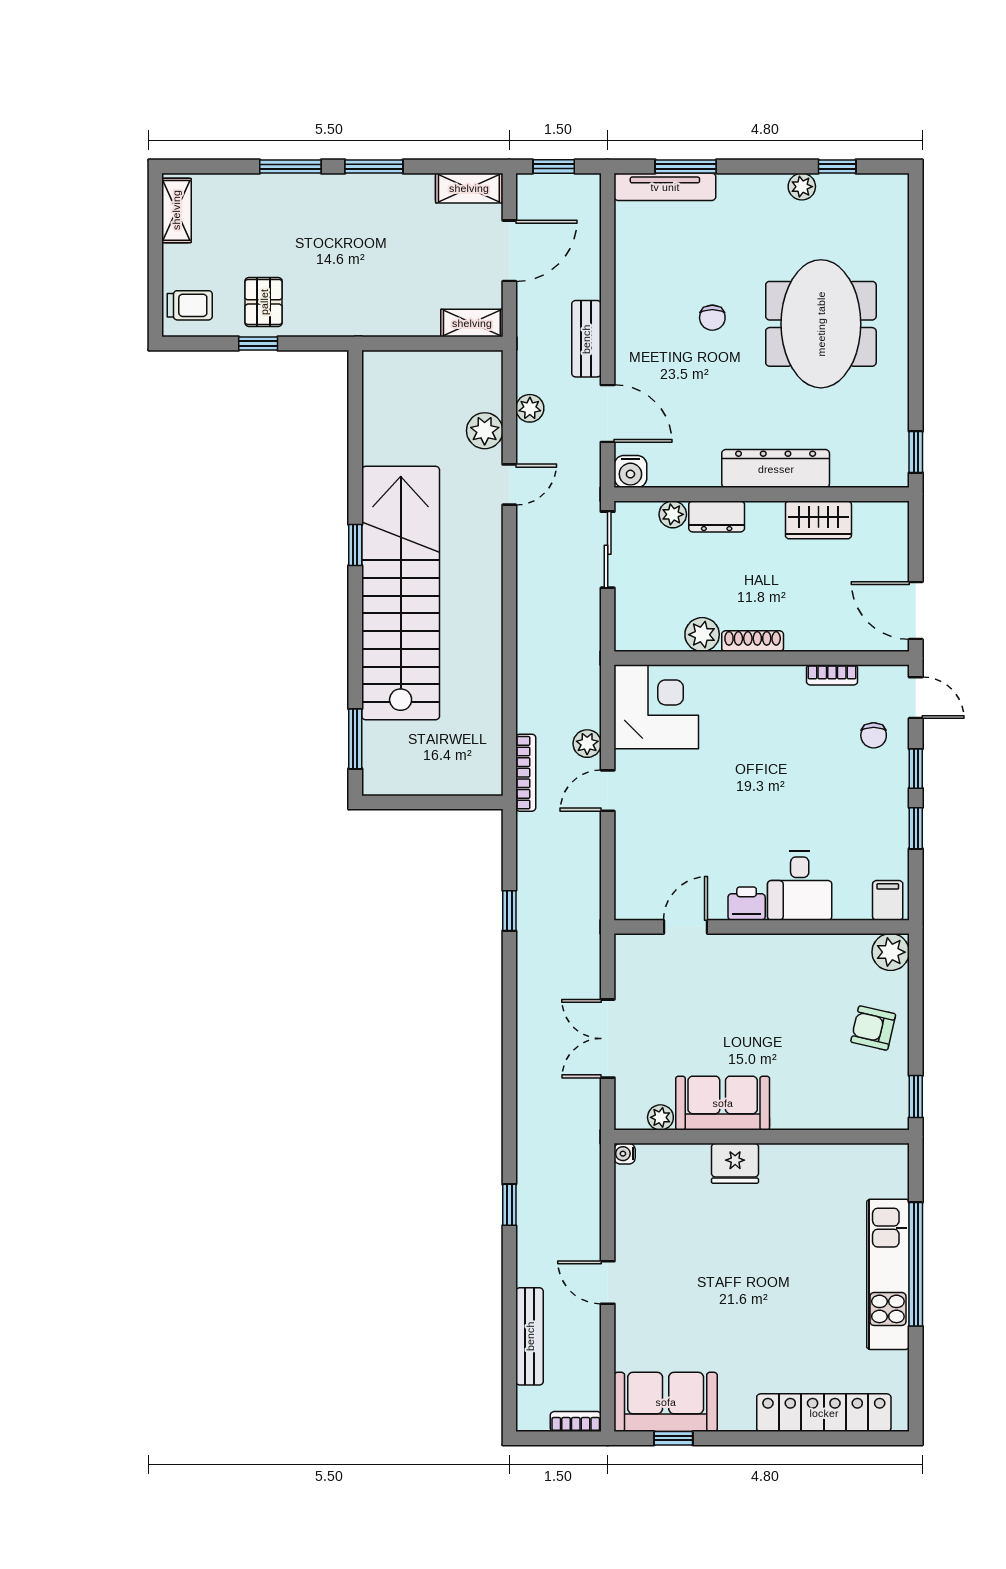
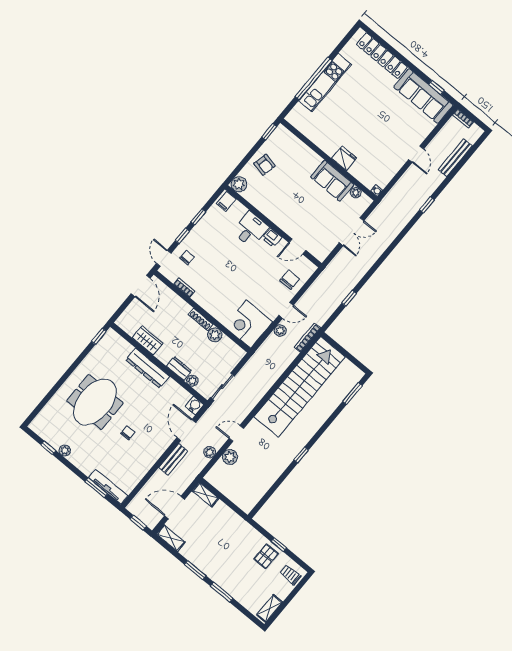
stairs: (401, 593) -> (299, 387), moved, turned 180
chair: (648, 853) -> (290, 280), added
sofa: (666, 1402) -> (423, 96), width x1.36

